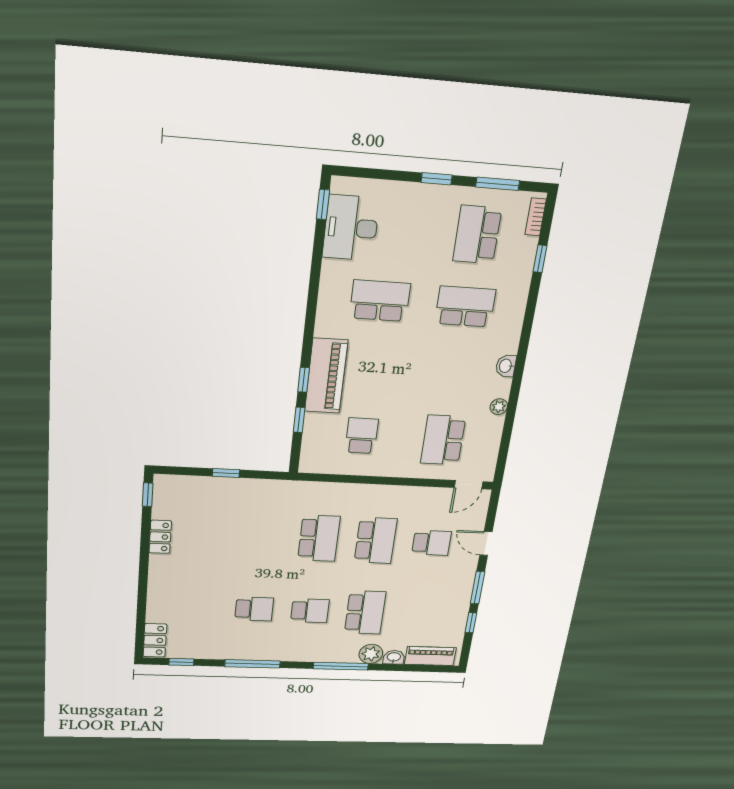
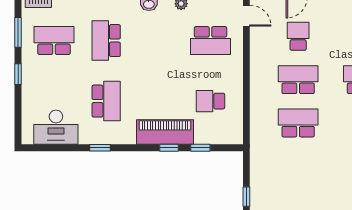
window: (323, 204) -> (100, 148), moved
school desk: (477, 235) -> (54, 41), turned 180
school desk: (380, 301) -> (106, 101), turned 180

